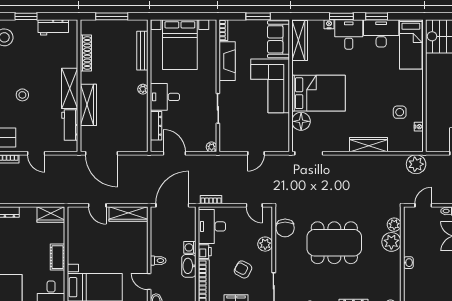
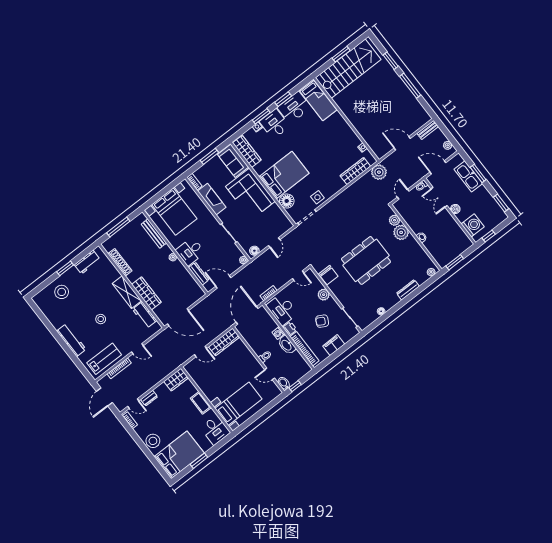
side table: (400, 112) -> (317, 197), moved
wardrobe: (368, 145) -> (355, 171), moved
floor lamp: (230, 146) -> (254, 251), added

